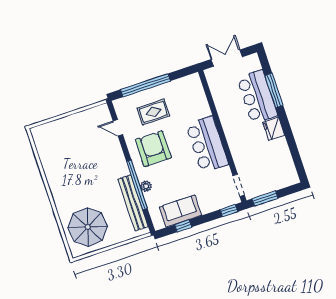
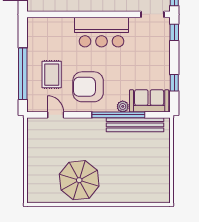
door: (118, 128) -> (56, 115), swing flipped
sofa: (180, 211) -> (149, 101), moved, turned 90
parasol: (88, 227) -> (79, 180), moved

